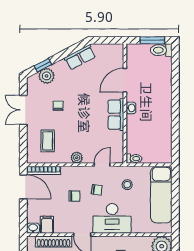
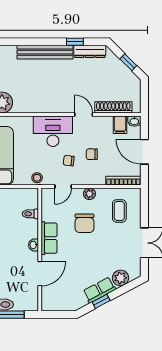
row of seats: (80, 57) -> (99, 290), moved
window: (43, 65) -> (101, 301), moved
chair: (58, 106) -> (85, 223), moved, width x1.87, depth x1.87
toilet: (134, 159) -> (30, 214), moved
stool: (127, 185) -> (37, 178), moved
door: (23, 187) -> (144, 152), moved

